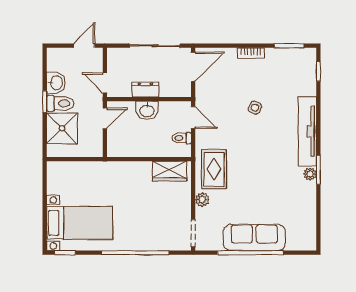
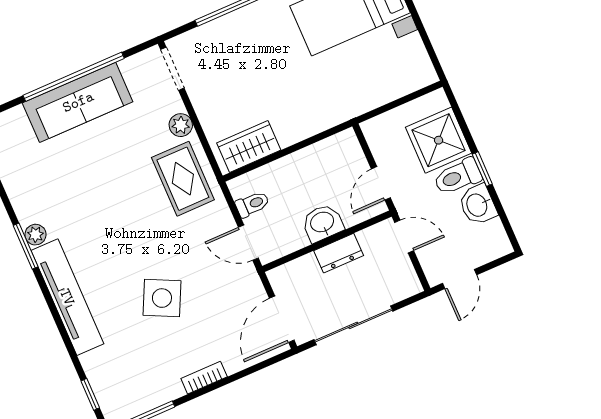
side table: (255, 108) -> (162, 298), width x1.87, depth x1.87

